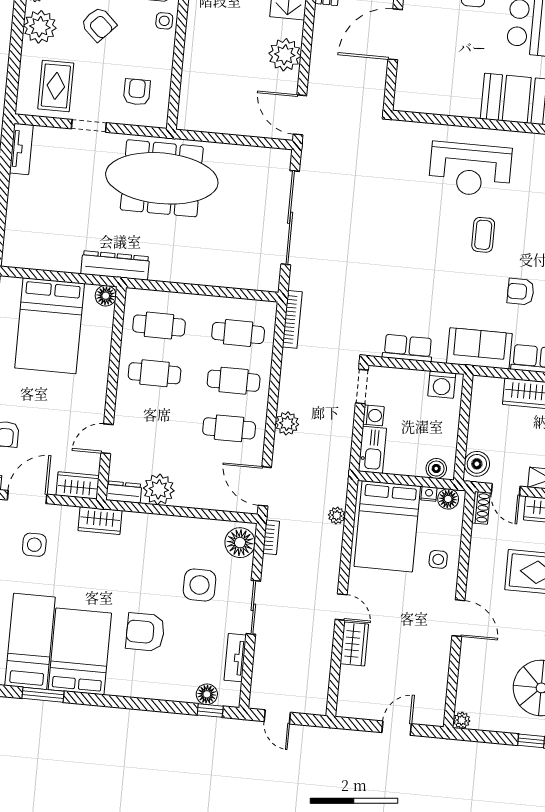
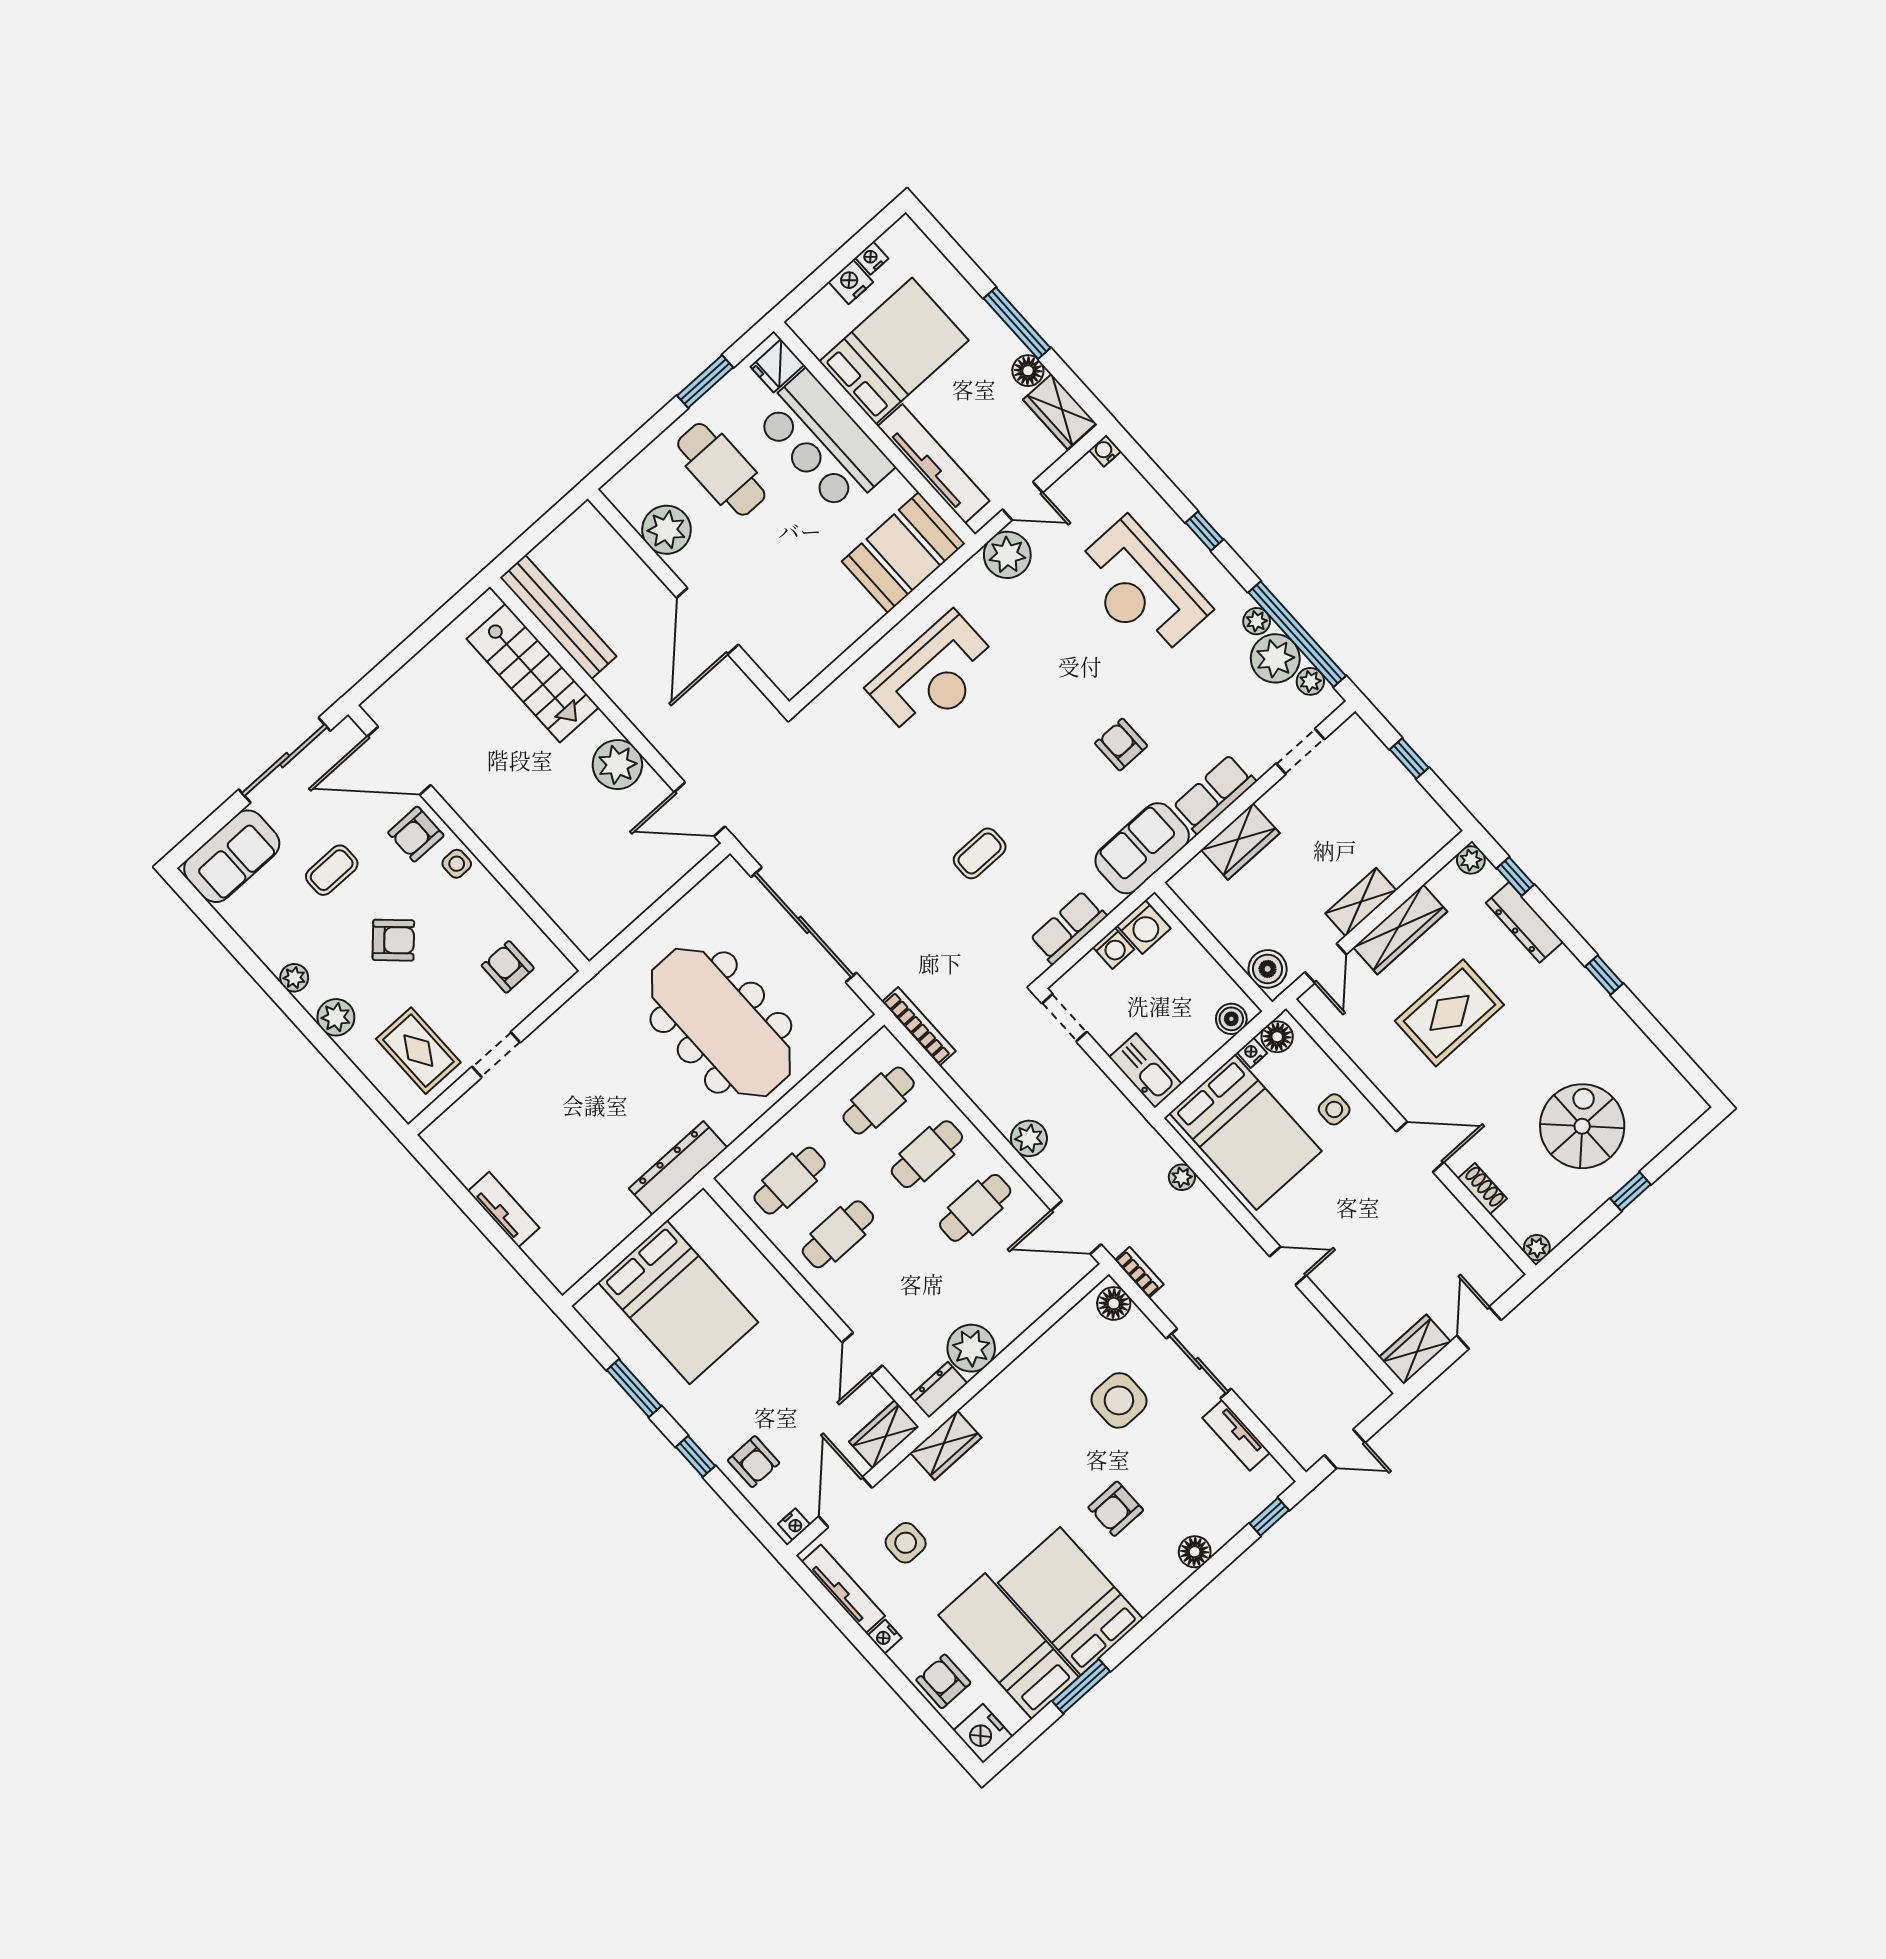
plant: (40, 27) -> (336, 1017), width x0.73, depth x0.73
tv unit: (21, 149) -> (504, 1209), moved
meeting table: (162, 178) -> (721, 1023), moved, turned 90
coffee table: (483, 235) -> (980, 853), moved, turned 90
armchair: (521, 292) -> (1121, 745), turned 90
floor lamp: (106, 296) -> (702, 1209), removed
washing machine: (373, 415) -> (1114, 948), moved, turned 90
door: (506, 490) -> (1326, 963), hinge flipped
shoe rack: (481, 508) -> (1482, 1189), moved
floor lamp: (240, 543) -> (1114, 1304), width x0.73, depth x0.73
armchair: (145, 632) -> (1116, 1509), width x0.72, depth x0.72
wardrobe: (354, 644) -> (1415, 1350), moved, turned -90
floor lamp: (207, 694) -> (1195, 1552), moved

